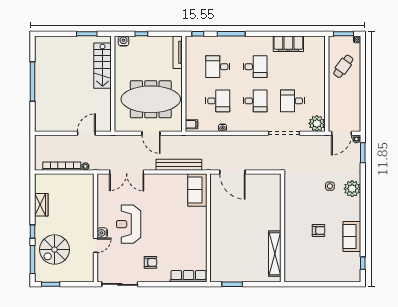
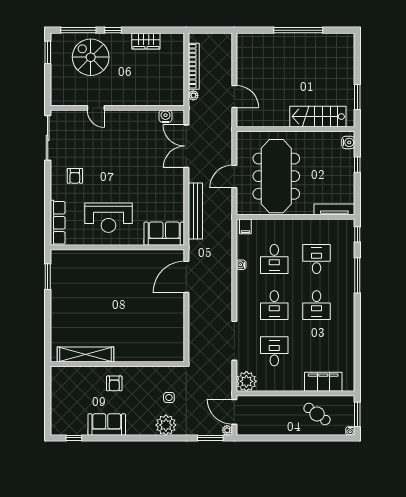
filing cabinet: (288, 44) -> (323, 382), moved, turned 90
reception desk: (129, 224) -> (108, 218), moved, turned 180
wall: (283, 228) -> (117, 364), moved
water cooler: (102, 233) -> (166, 116), moved
shelving: (275, 254) -> (85, 355), moved

